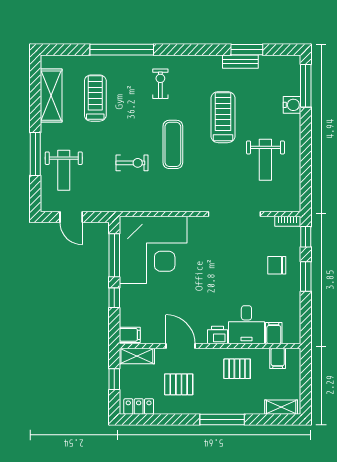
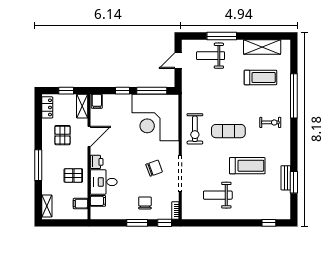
window: (306, 86) -> (269, 223), width x0.46
water cooler: (292, 105) -> (256, 213), removed
exercise bike: (132, 163) -> (195, 129), moved, width x1.38, depth x1.39
chair: (226, 252) -> (154, 168), added
pallet: (237, 369) -> (73, 175), turned 90

